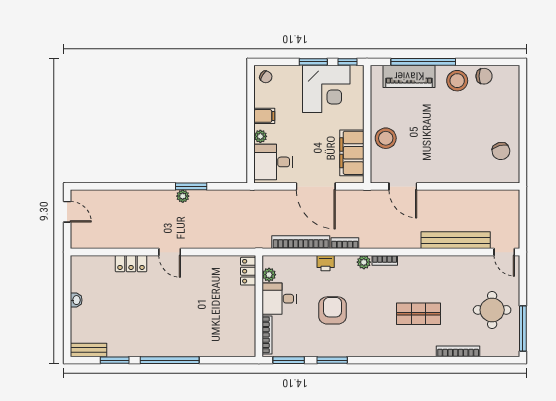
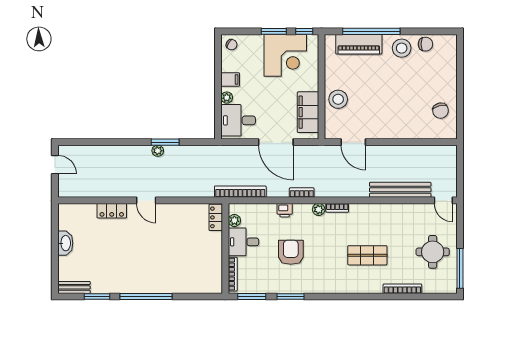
bookcase: (301, 242) -> (240, 192), moved
washbasin: (76, 300) -> (65, 243), width x1.91, depth x1.45

